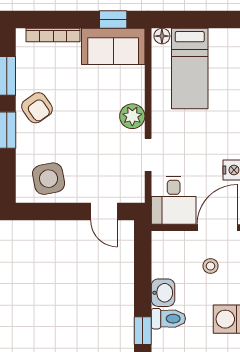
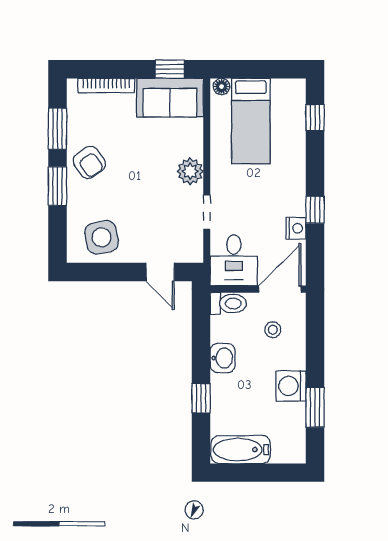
toilet: (168, 319) -> (228, 303), moved

